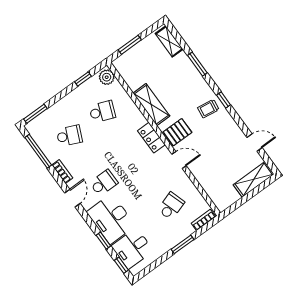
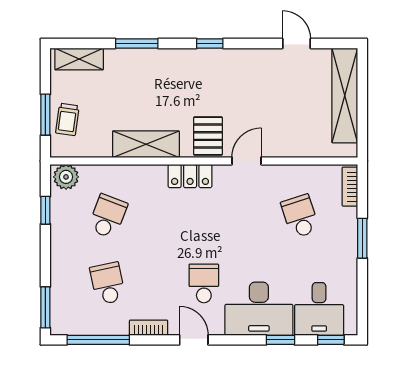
trolley: (208, 109) -> (67, 119), moved
school desk: (69, 136) -> (108, 283), turned -36
door: (255, 143) -> (296, 44), hinge flipped
shelving: (254, 179) -> (345, 95), width x1.47

